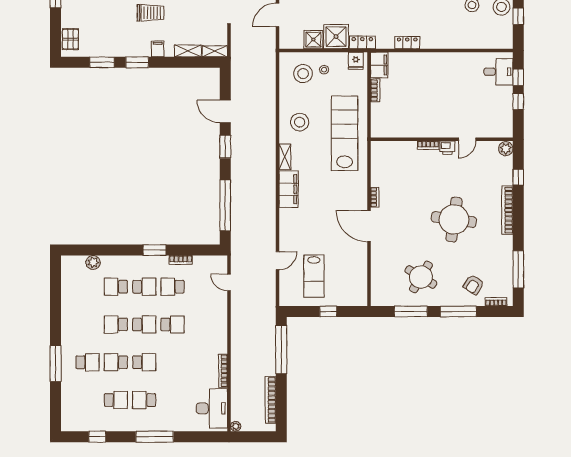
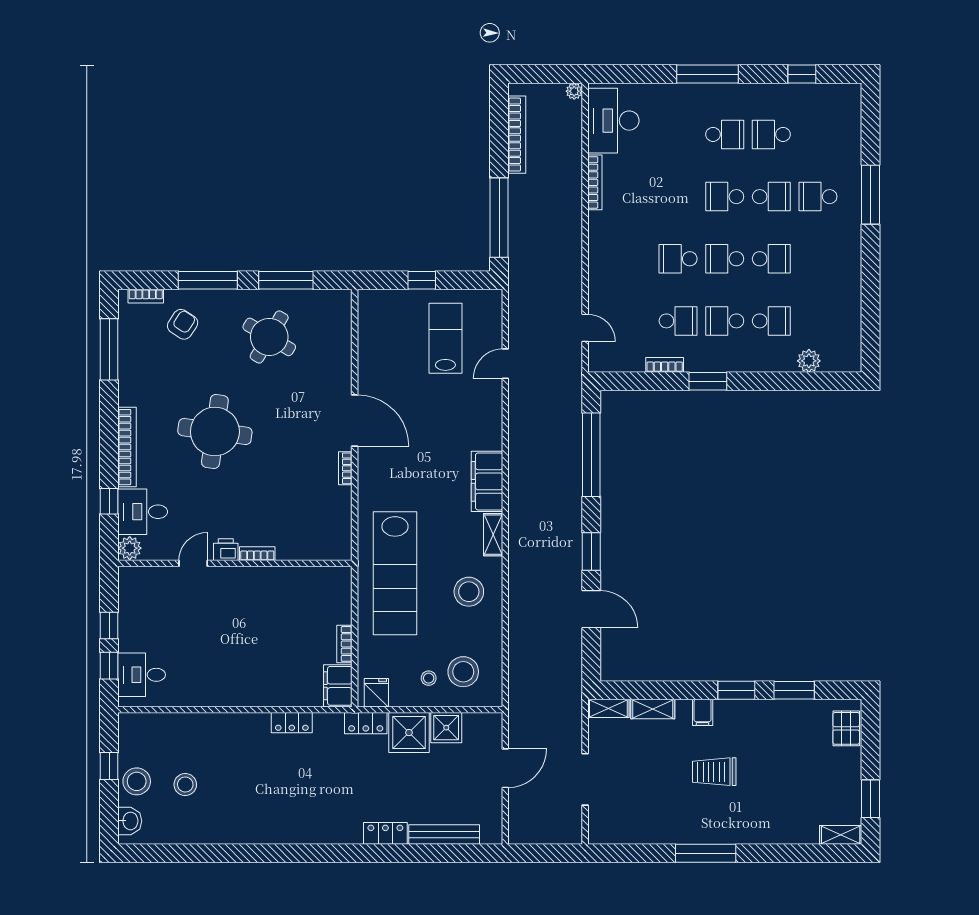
desk: (498, 171) -> (143, 512), added

